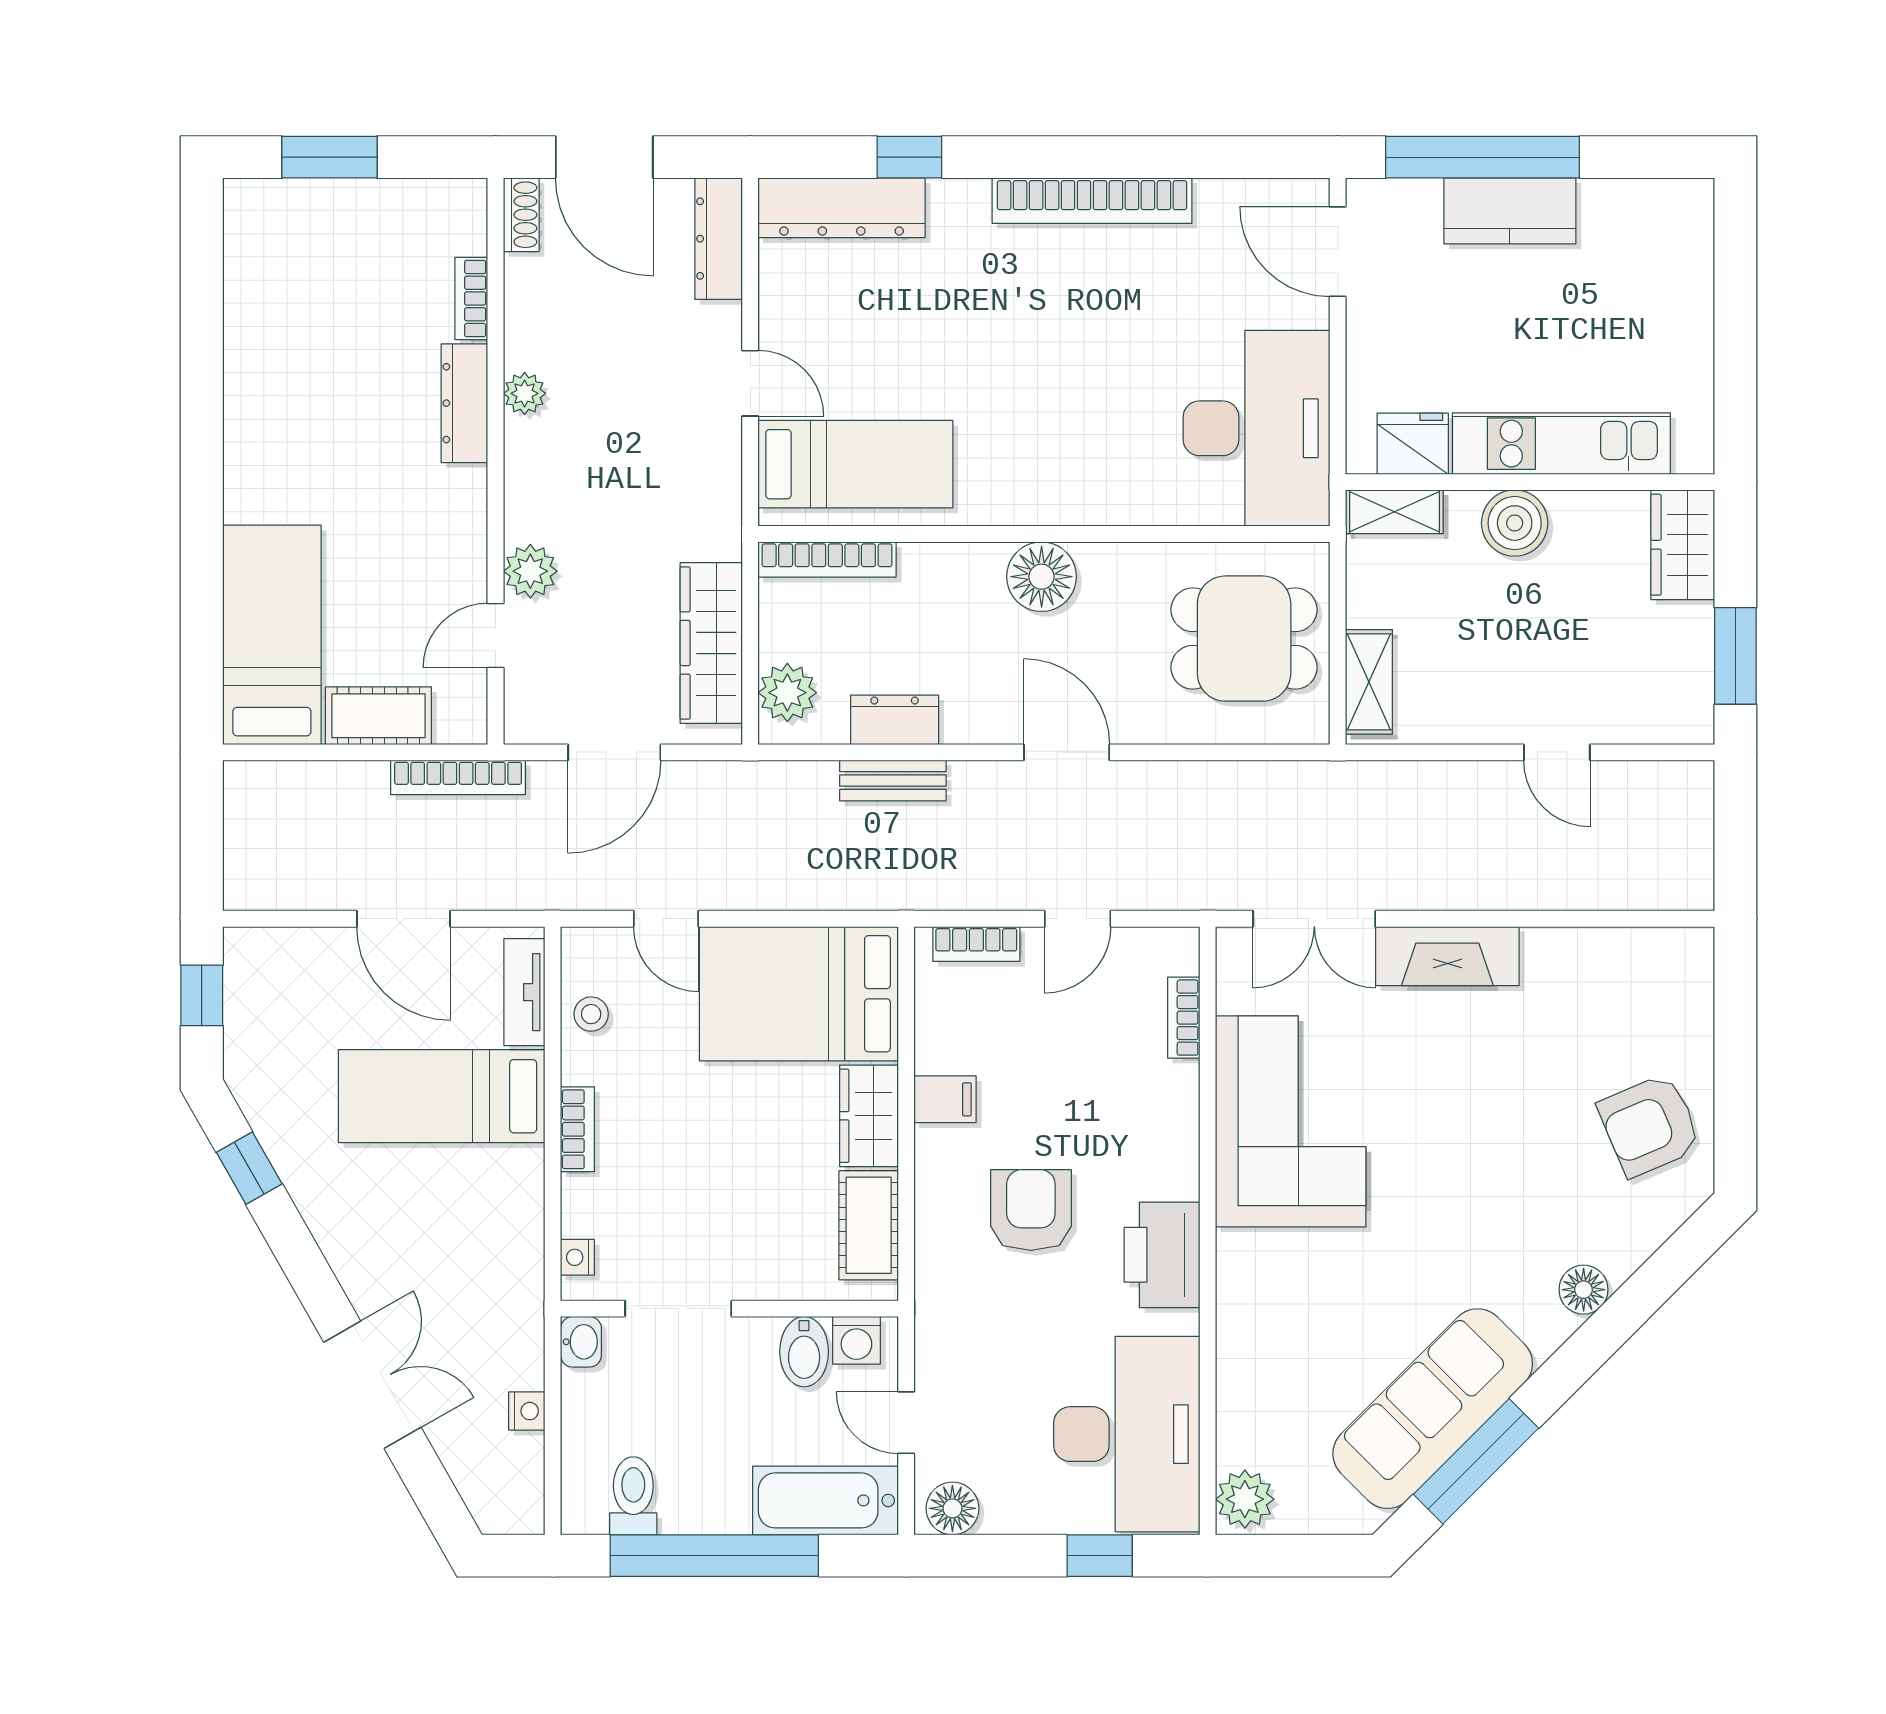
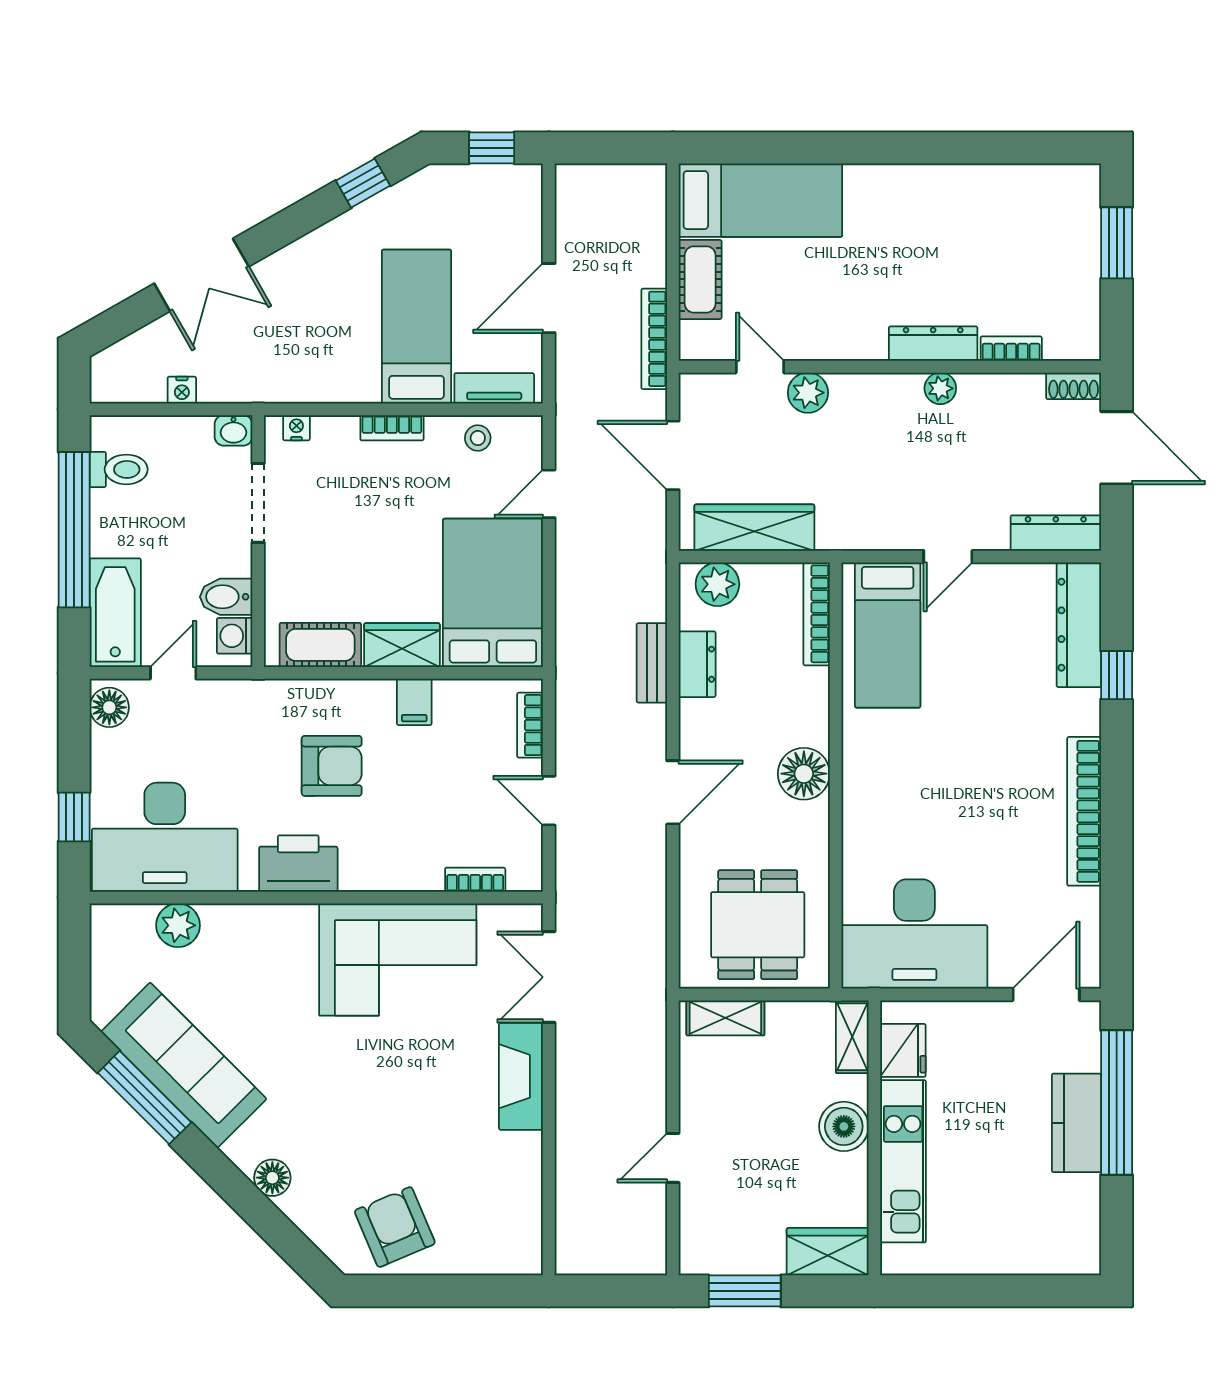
door: (604, 157) -> (1117, 448), swing flipped
plant: (1245, 1499) -> (178, 925), moved

